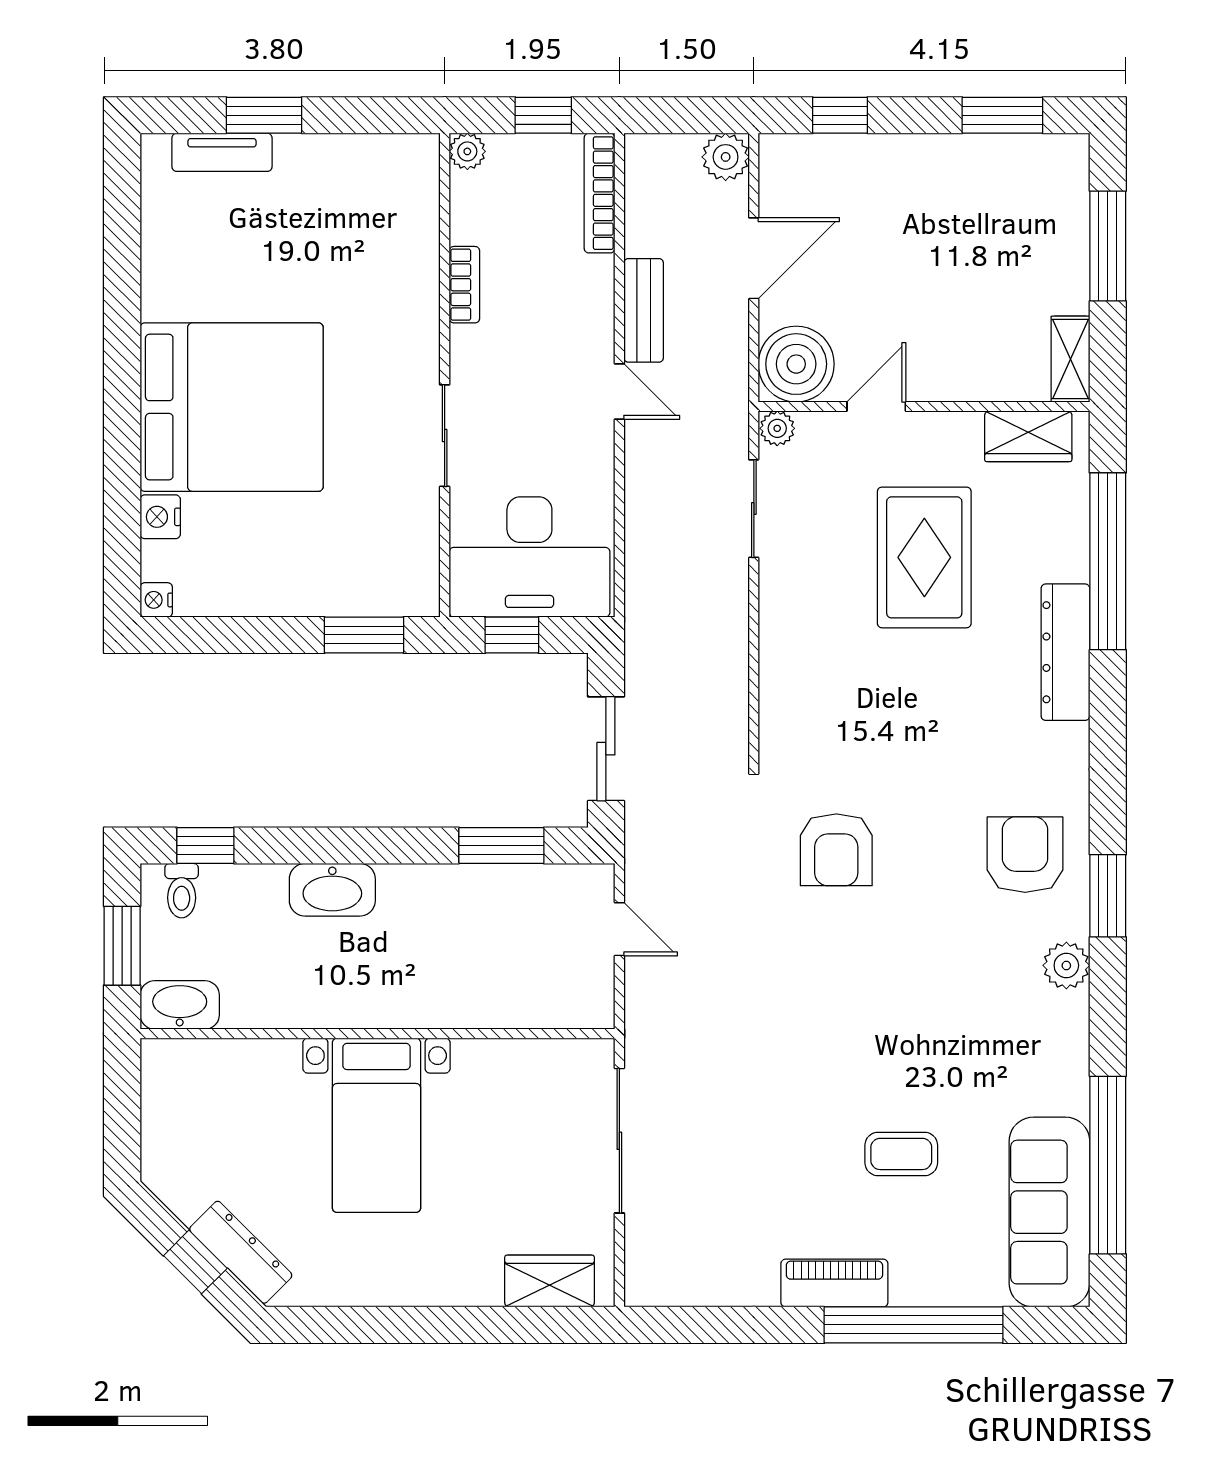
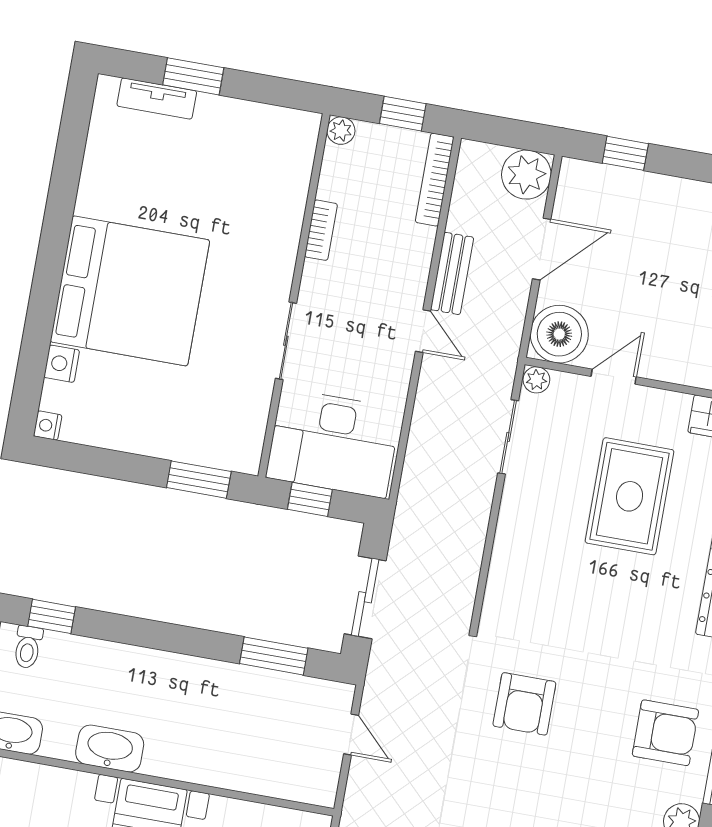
plant: (726, 157) -> (526, 175), width x1.36, depth x1.36
armchair: (1025, 855) -> (665, 733), turned 90
washbasin: (332, 890) -> (110, 749), moved, turned 180

